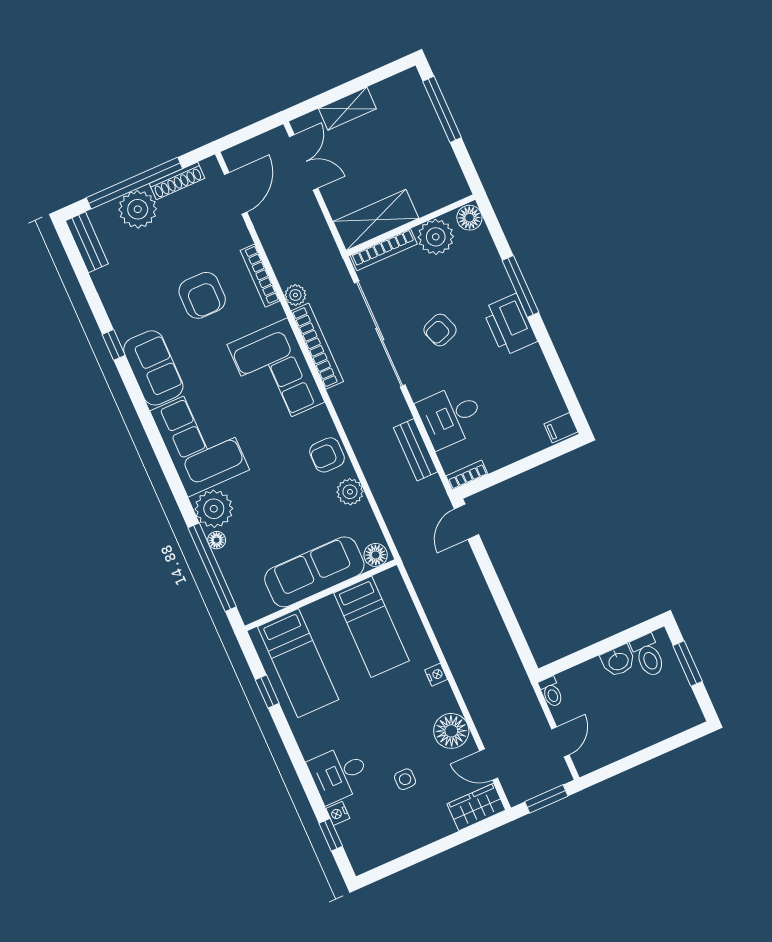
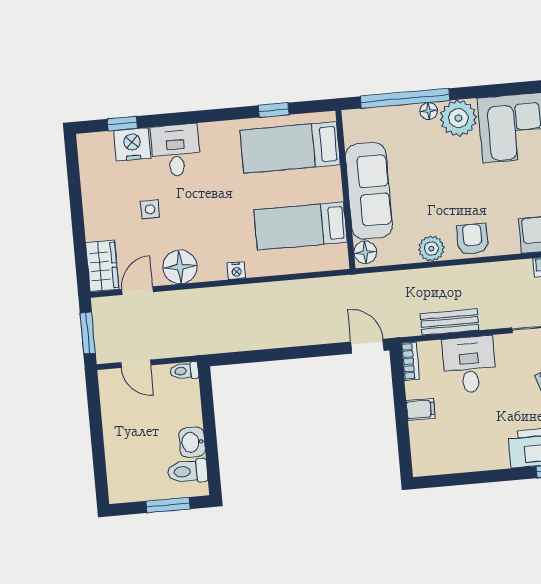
filing cabinet: (561, 428) -> (421, 409), moved, turned 90
nightstand: (338, 813) -> (132, 144), width x1.89, depth x1.79

